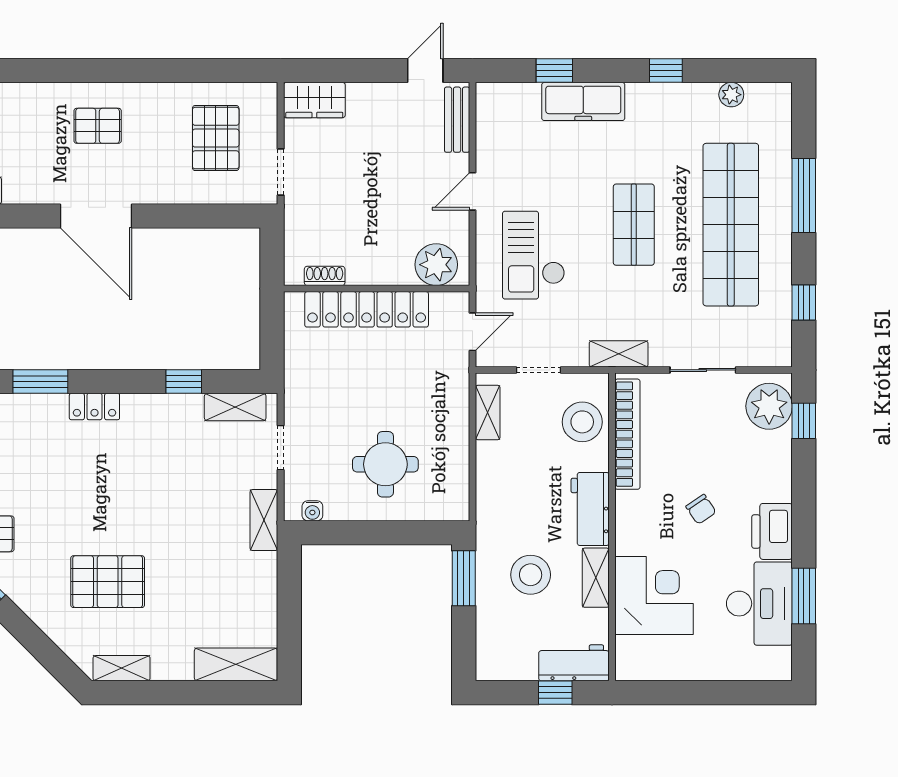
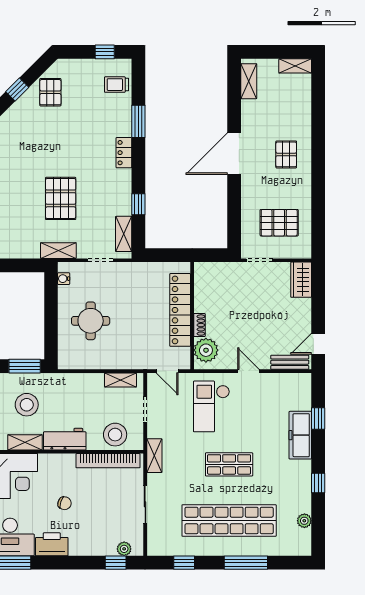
door: (425, 71) -> (318, 344), swing flipped
checkout: (534, 255) -> (211, 406), turned -90
shoe rack: (325, 276) -> (199, 325), moved
plant: (769, 406) -> (124, 549), width x0.53, depth x0.53
chair: (701, 509) -> (65, 503), turned -129
pallet: (108, 582) -> (61, 198), moved

